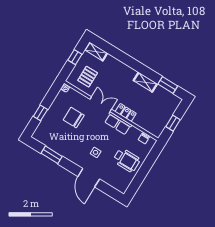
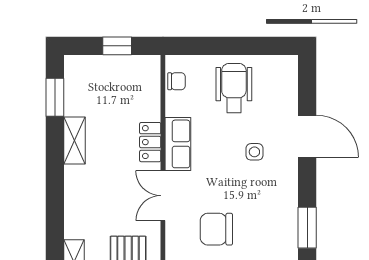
chair: (74, 118) -> (216, 229), turned 90
door: (89, 178) -> (307, 136), hinge flipped

